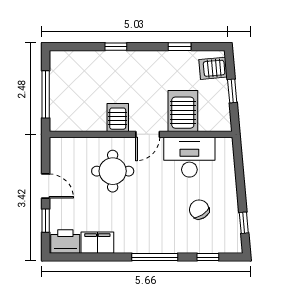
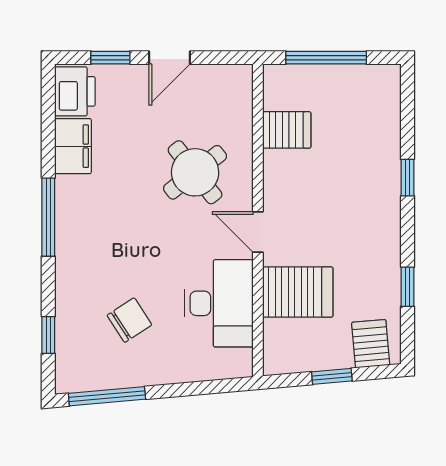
server rack: (118, 117) -> (287, 130), moved
round table: (113, 171) -> (195, 172), turned -38
window: (244, 223) -> (107, 396), width x2.17
window: (155, 257) -> (48, 217), moved

